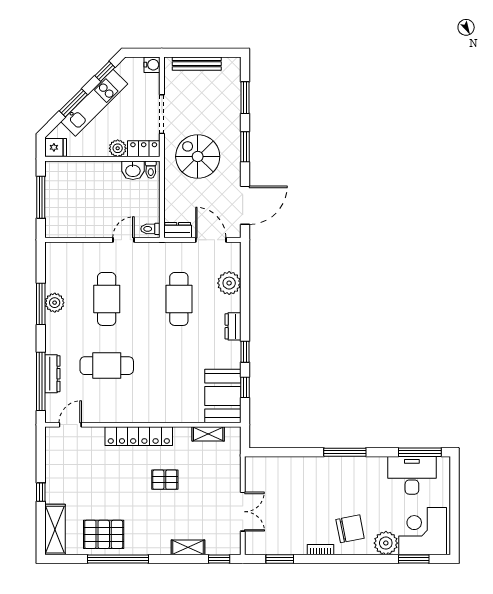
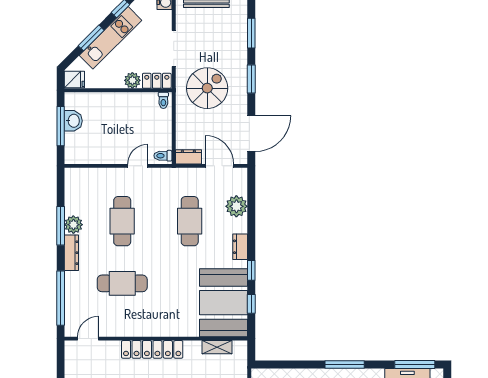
spiral stairs: (198, 157) -> (207, 88), turned 90
washbasin: (133, 170) -> (73, 121), moved, turned -90
dresser: (52, 374) -> (71, 253), moved
booth: (223, 396) -> (223, 303), width x1.36, depth x1.42

